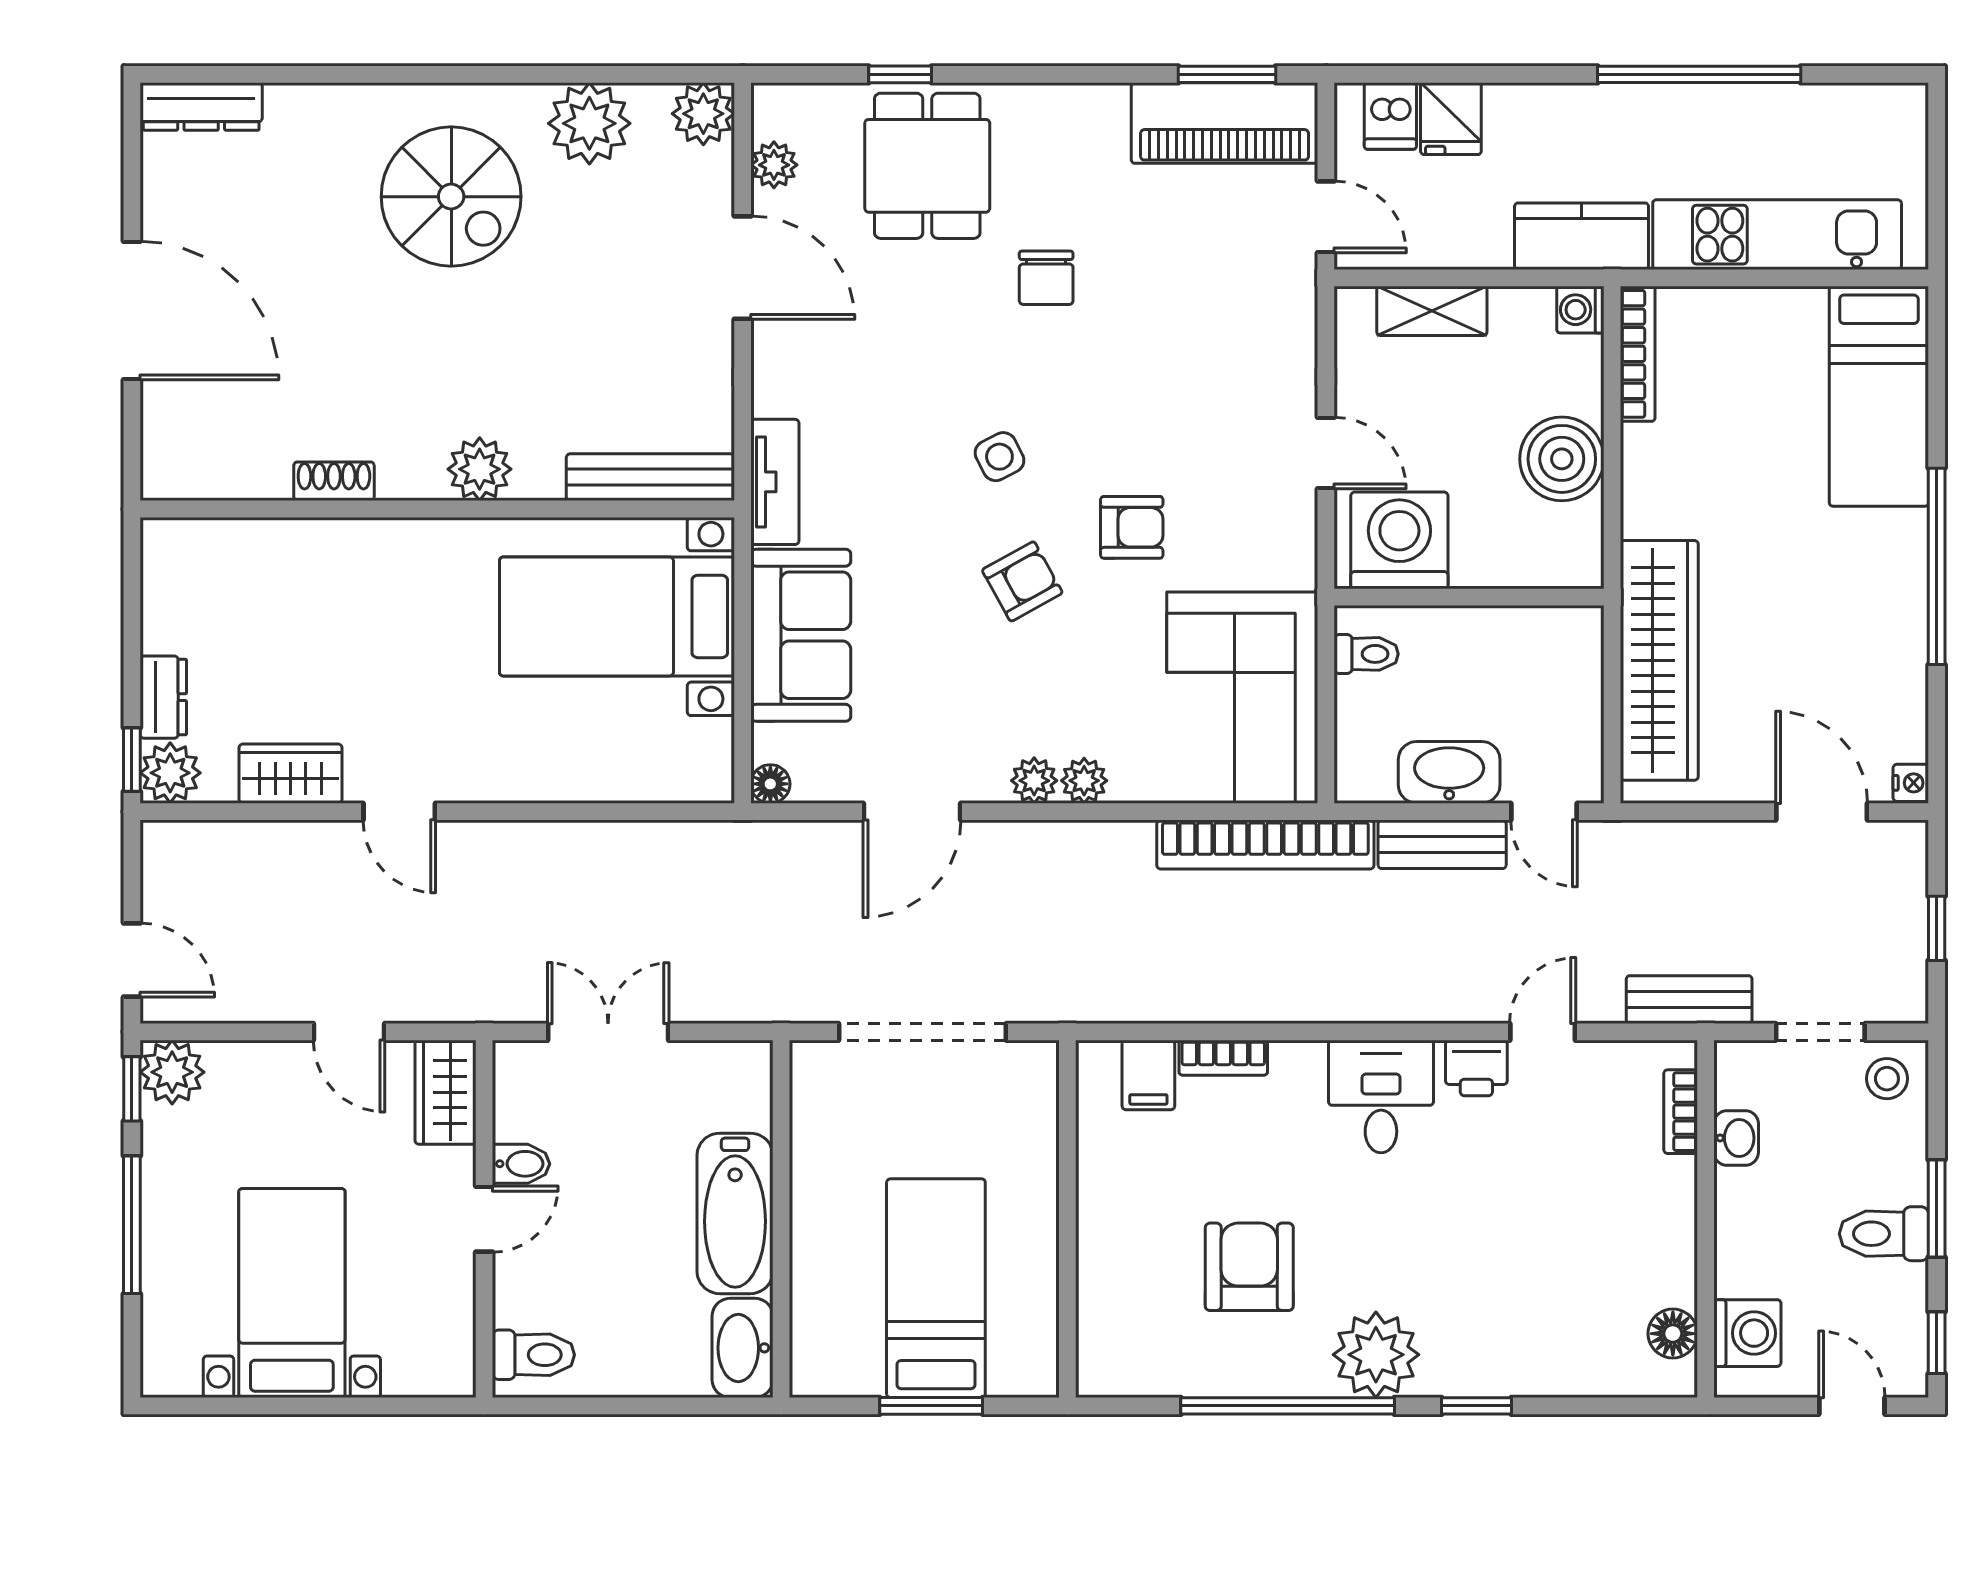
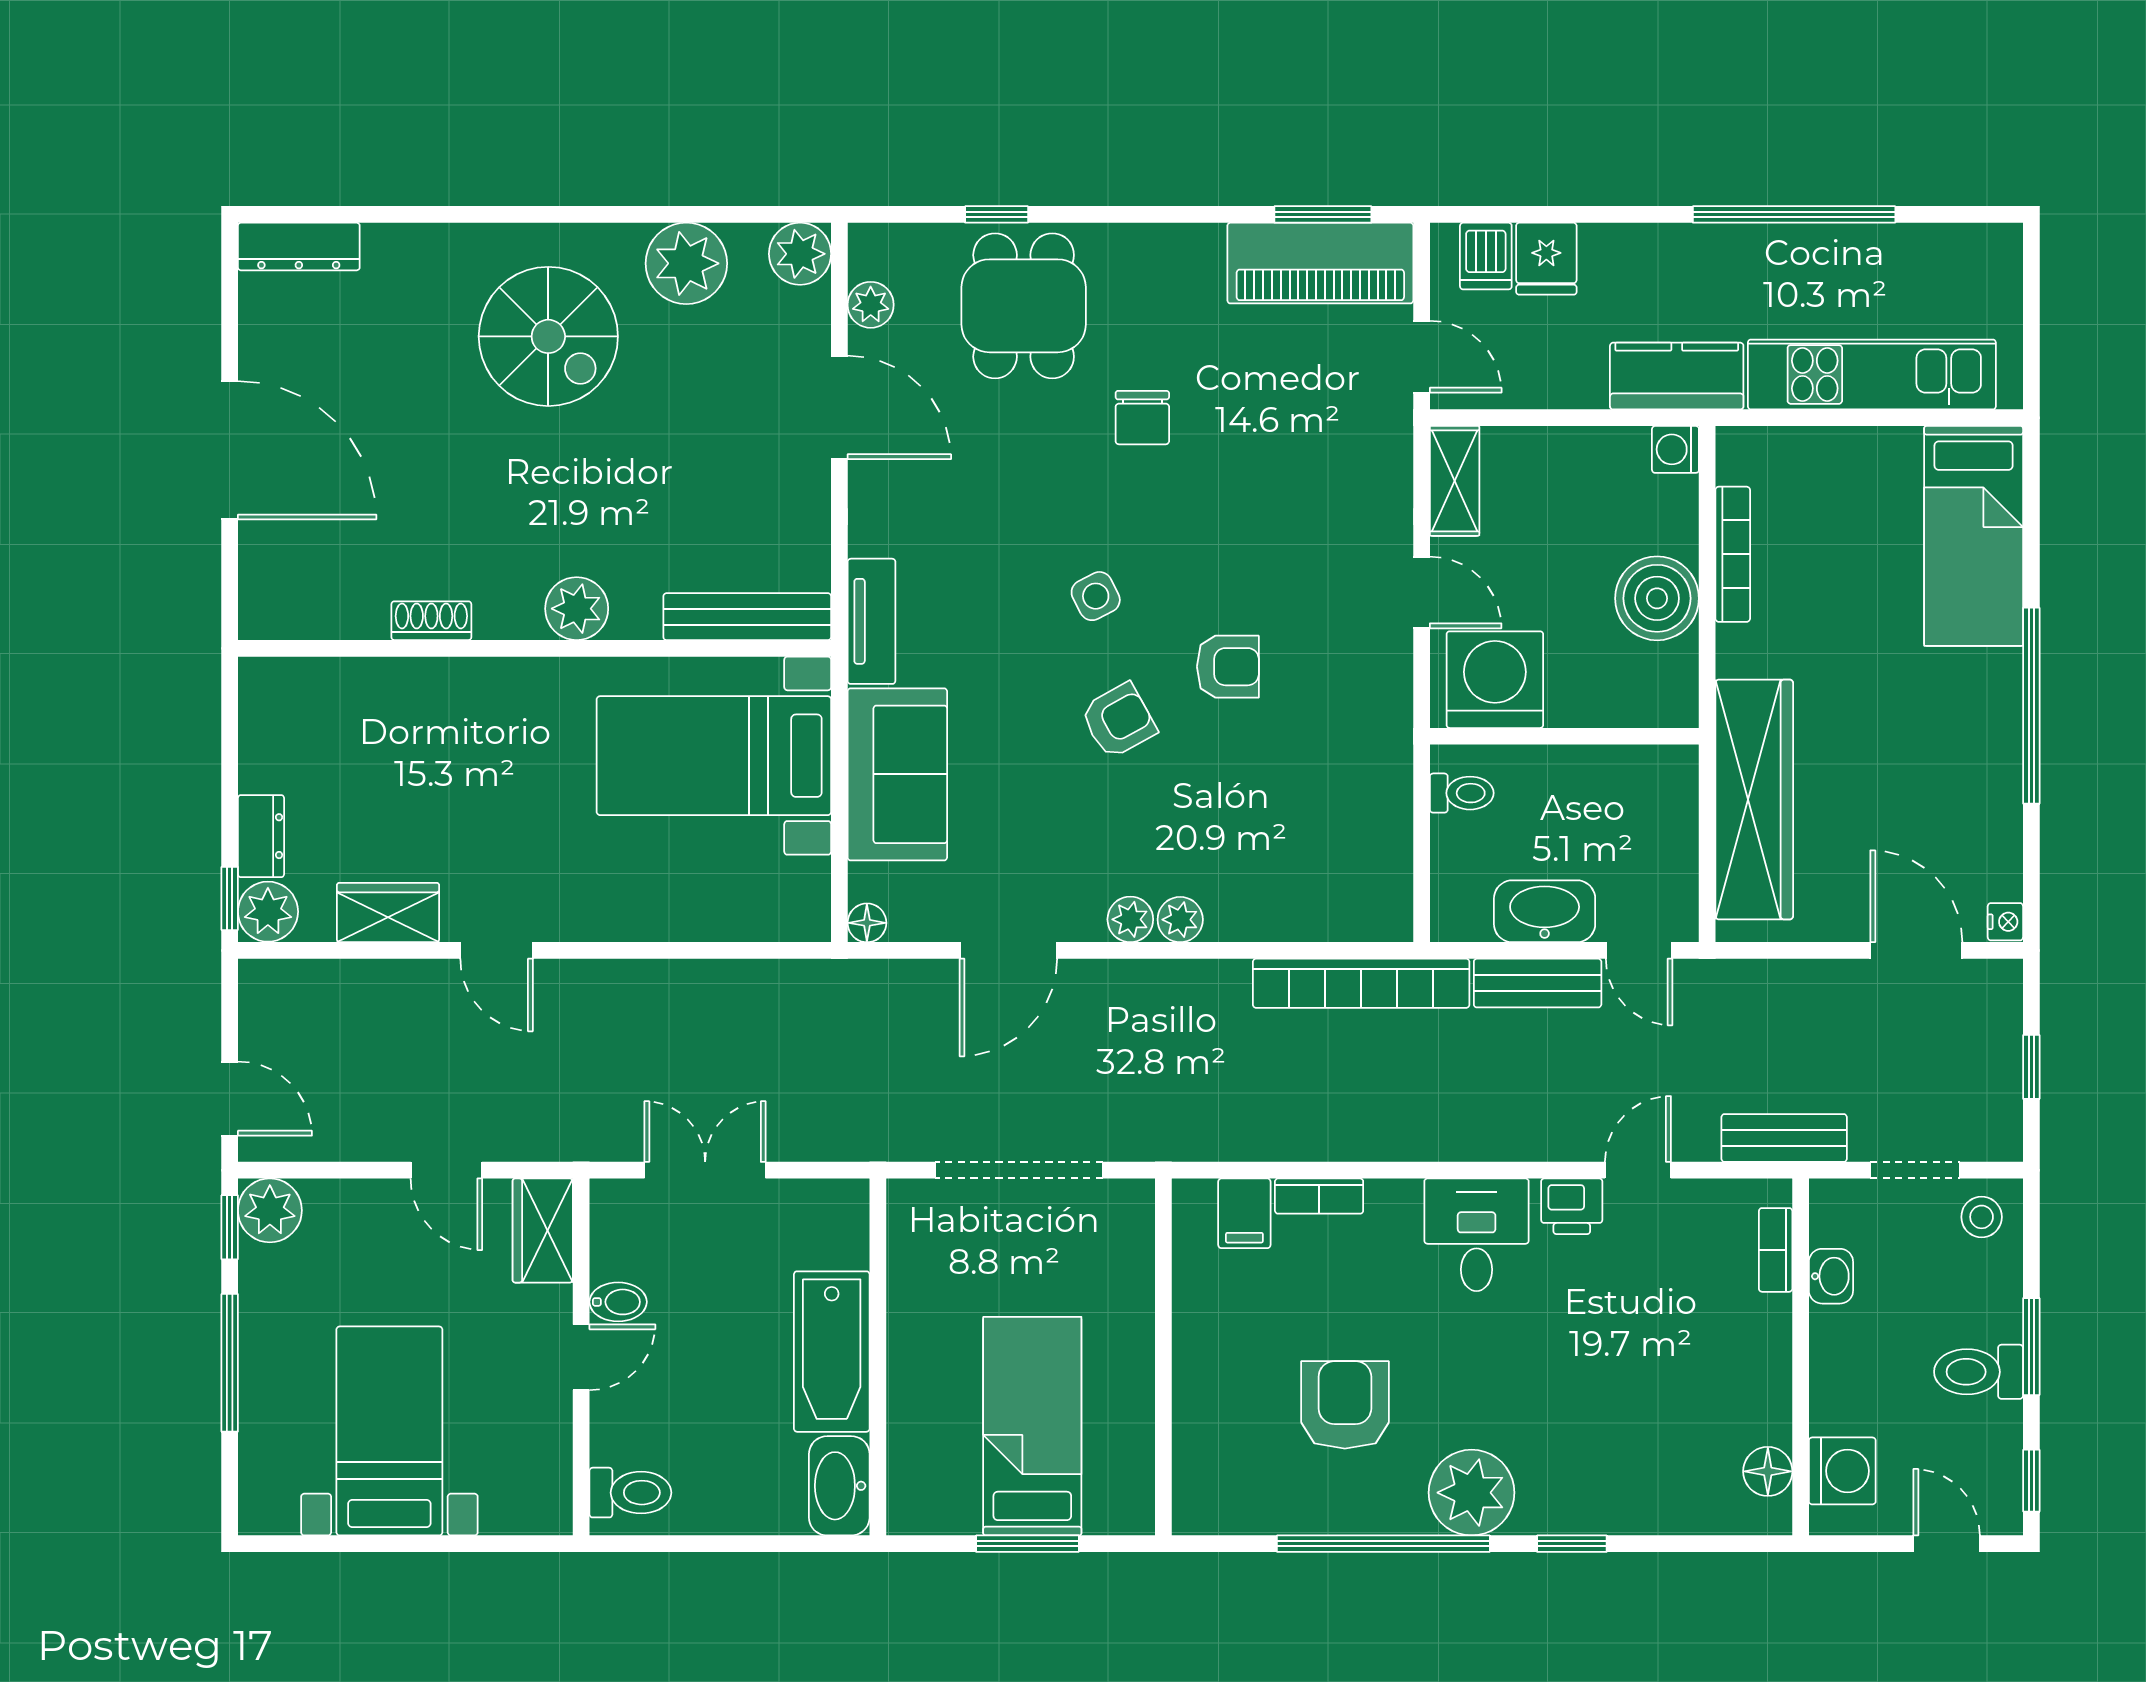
shelving: (1432, 311) -> (1455, 481), moved, turned 90
bookcase: (1638, 354) -> (1733, 554), moved
corner sofa: (1242, 698) -> (1338, 837), removed

